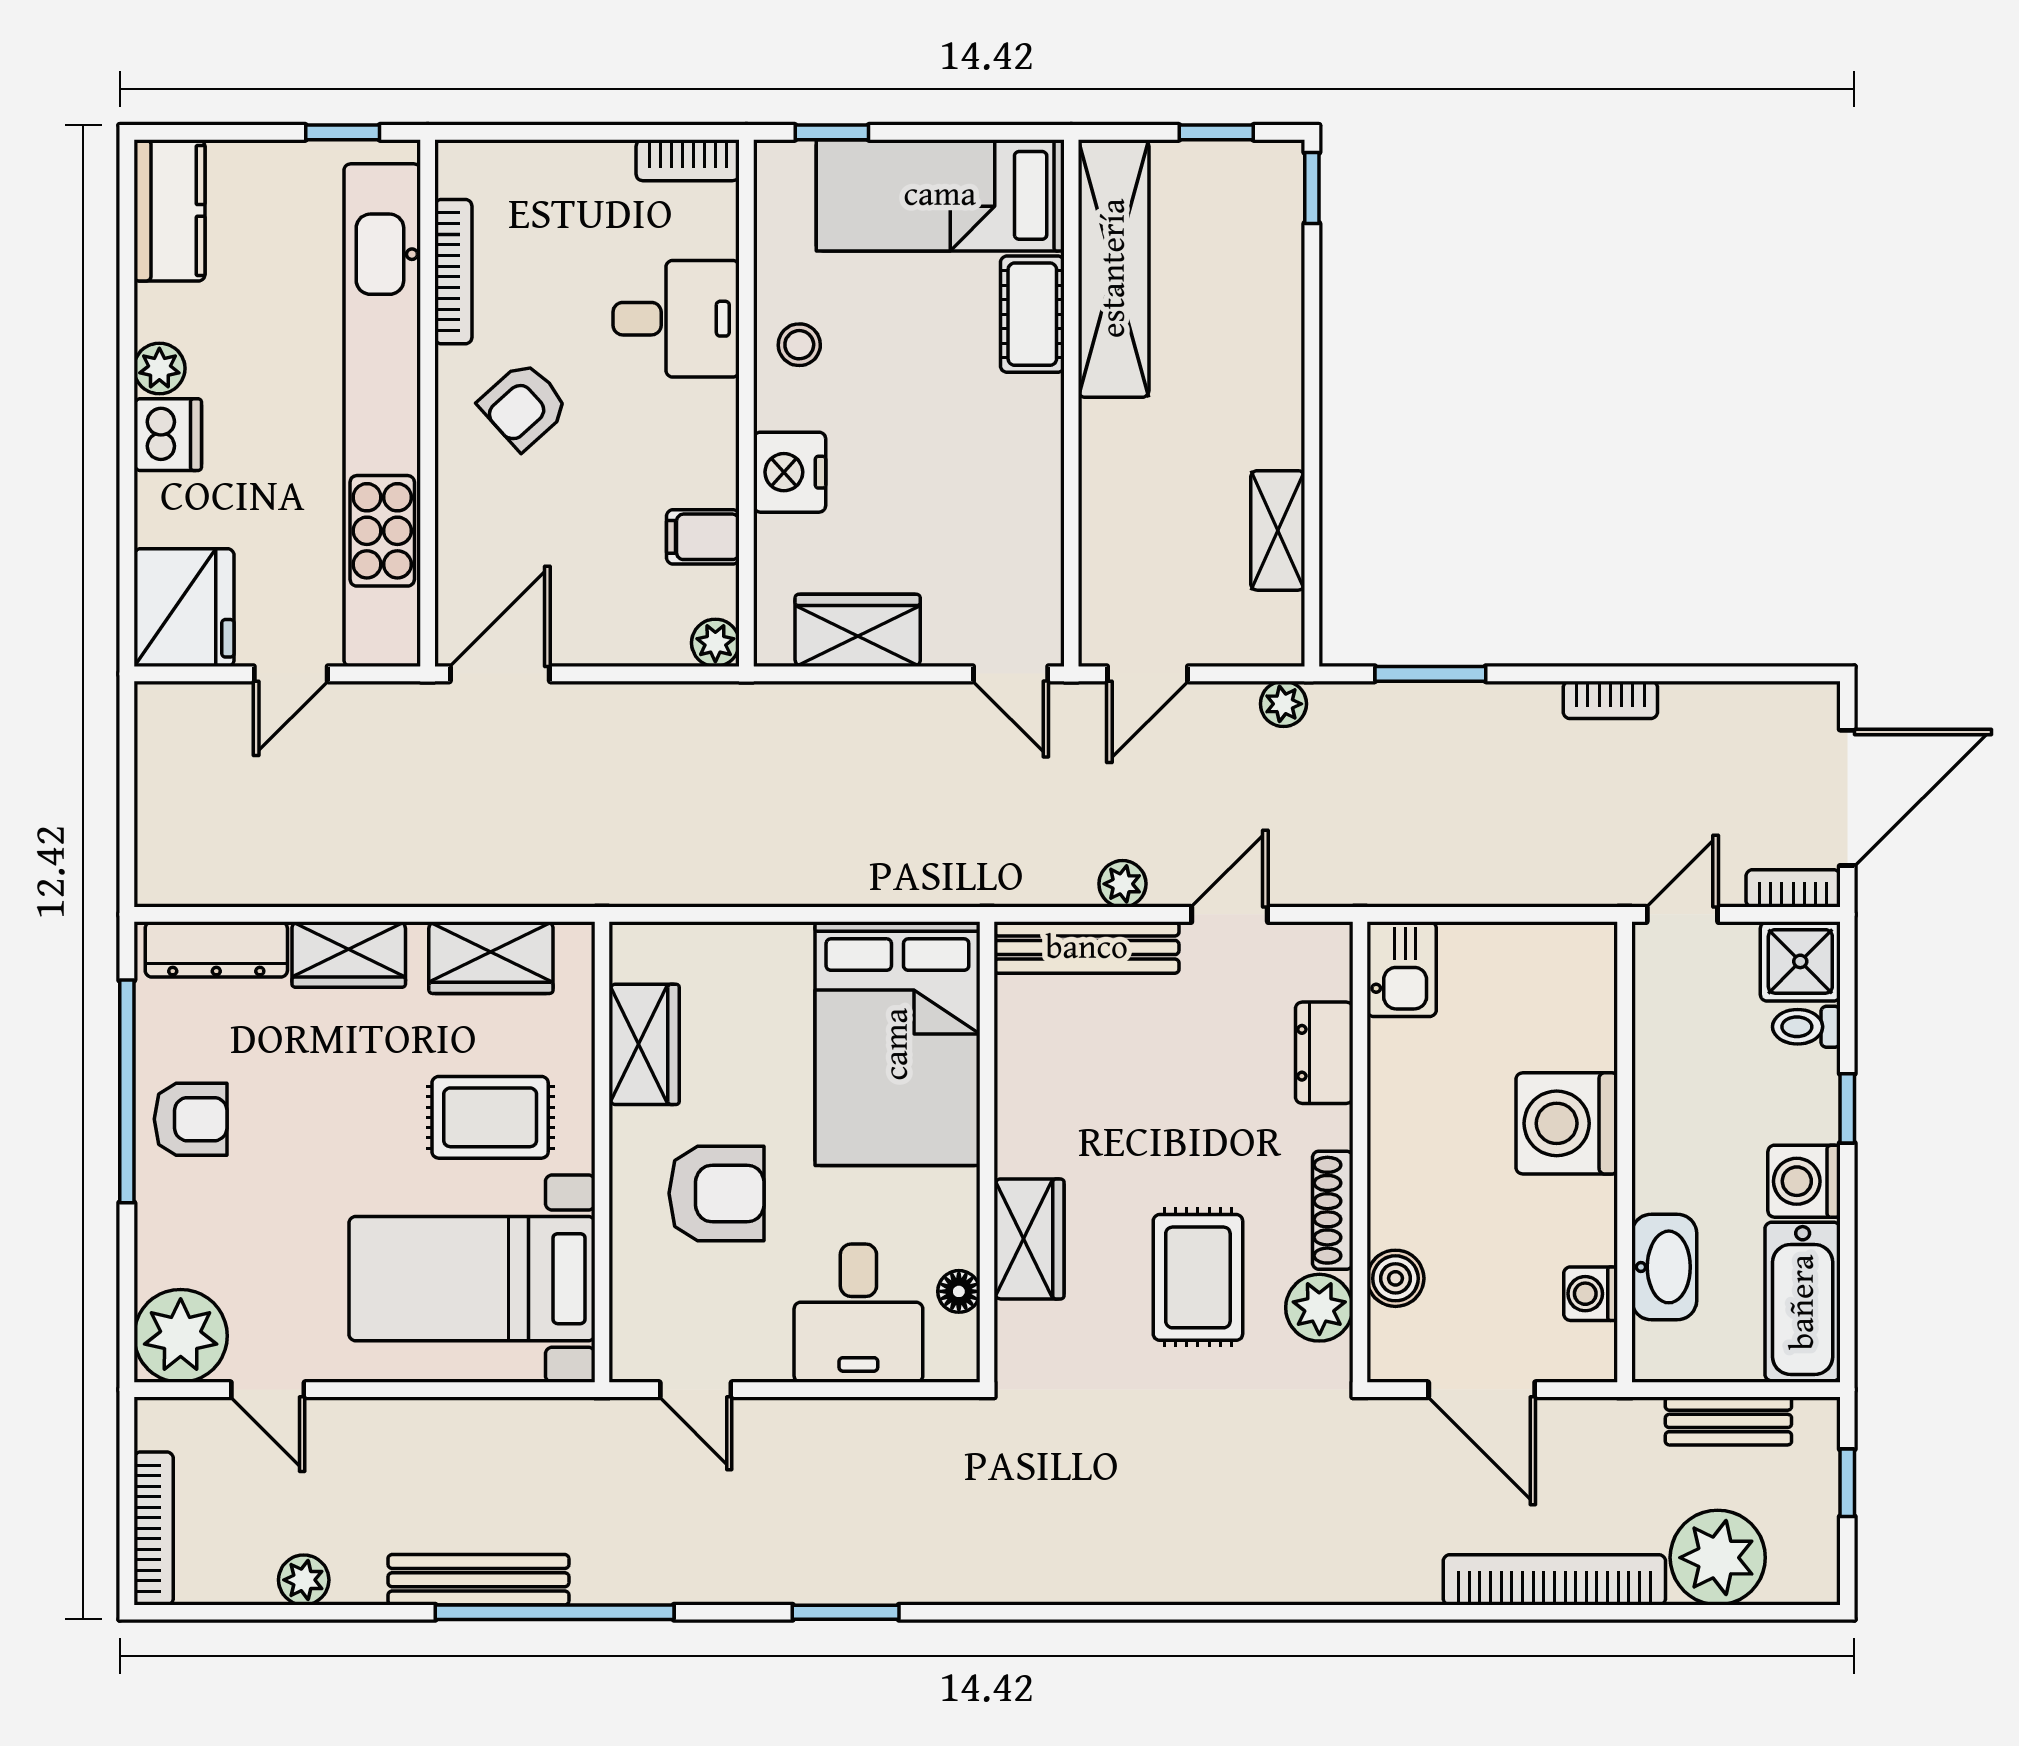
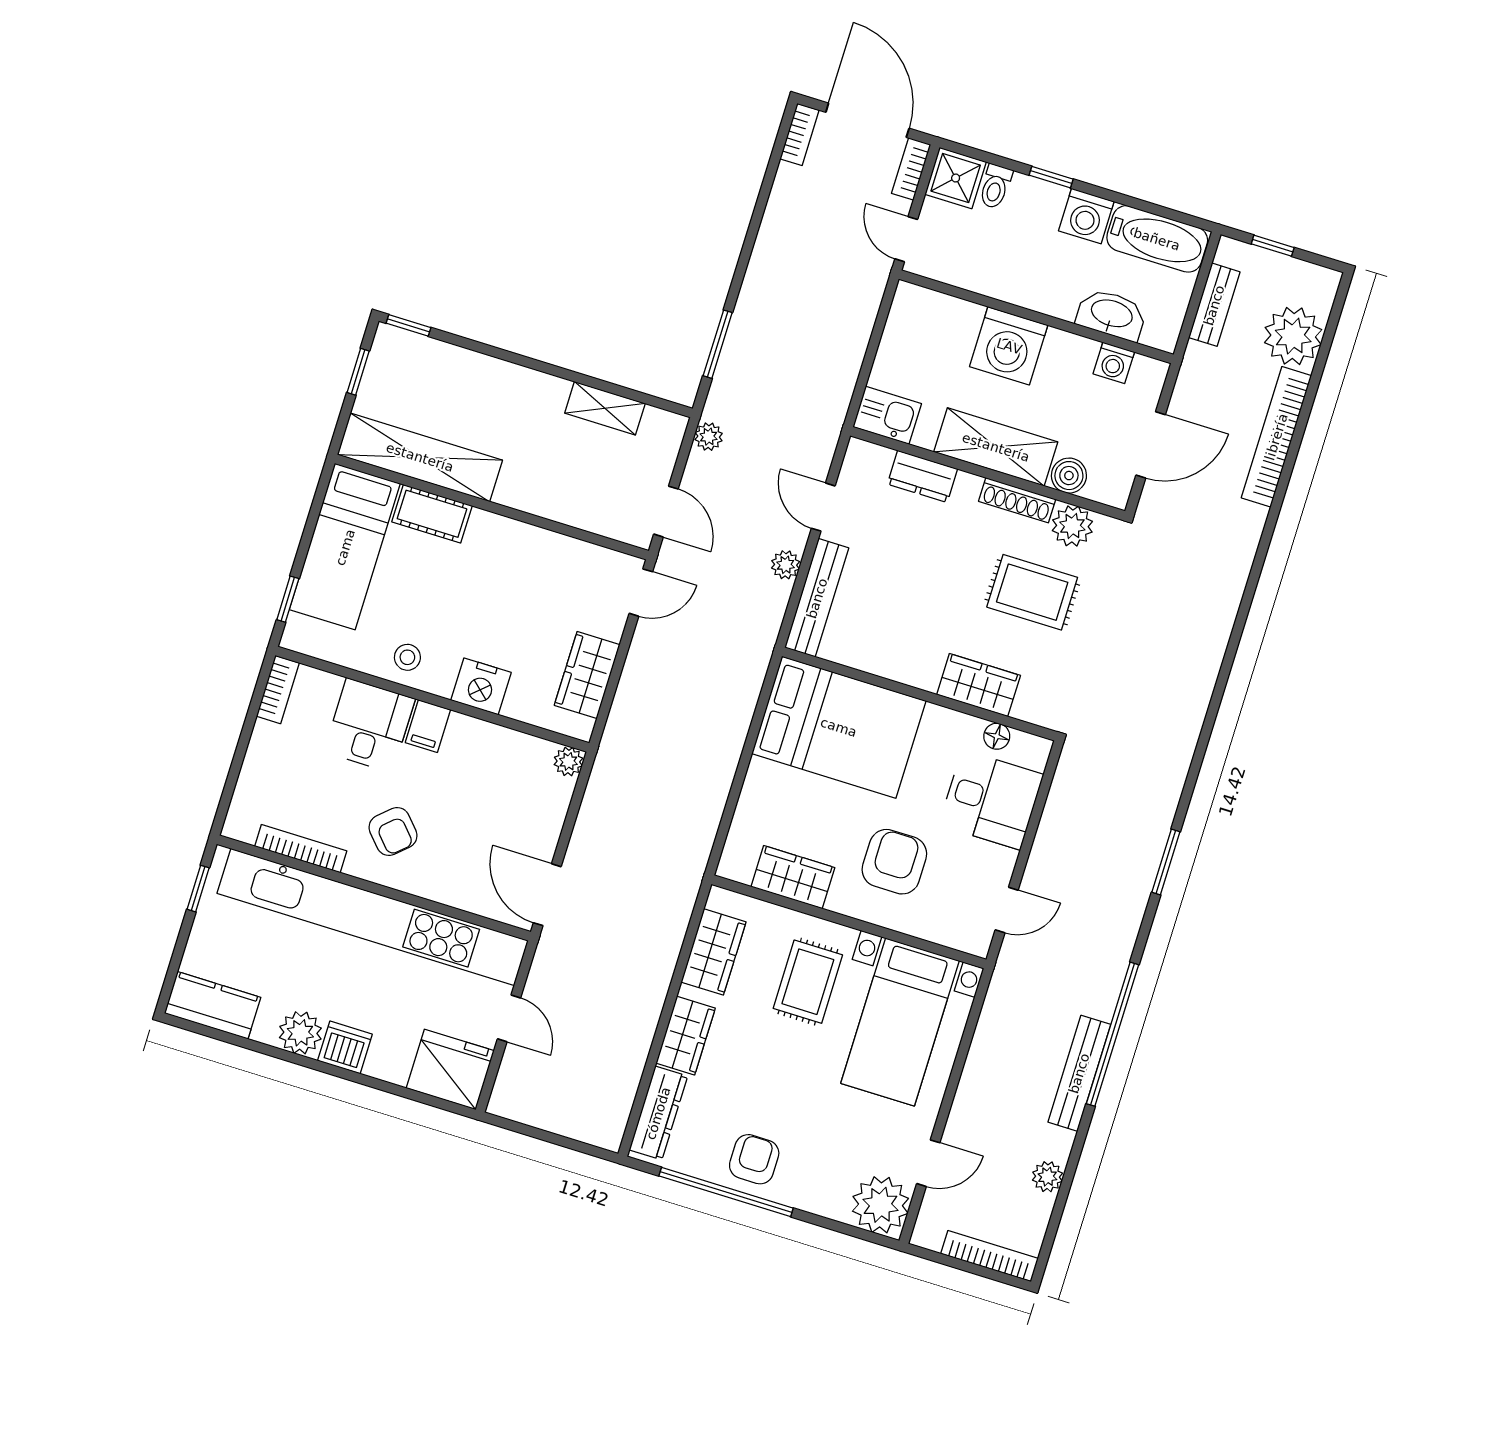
plant: (159, 368) -> (300, 1033), width x1.38, depth x1.38
filing cabinet: (703, 537) -> (428, 726), moved
bookcase: (1610, 700) -> (799, 134), moved
shelving: (1405, 1152) -> (996, 447), added

